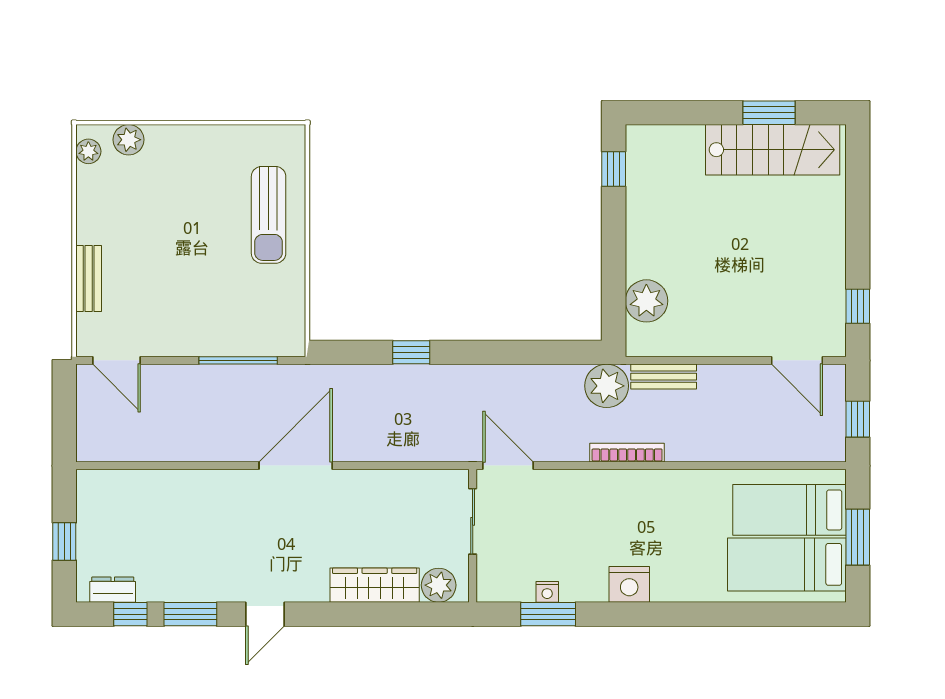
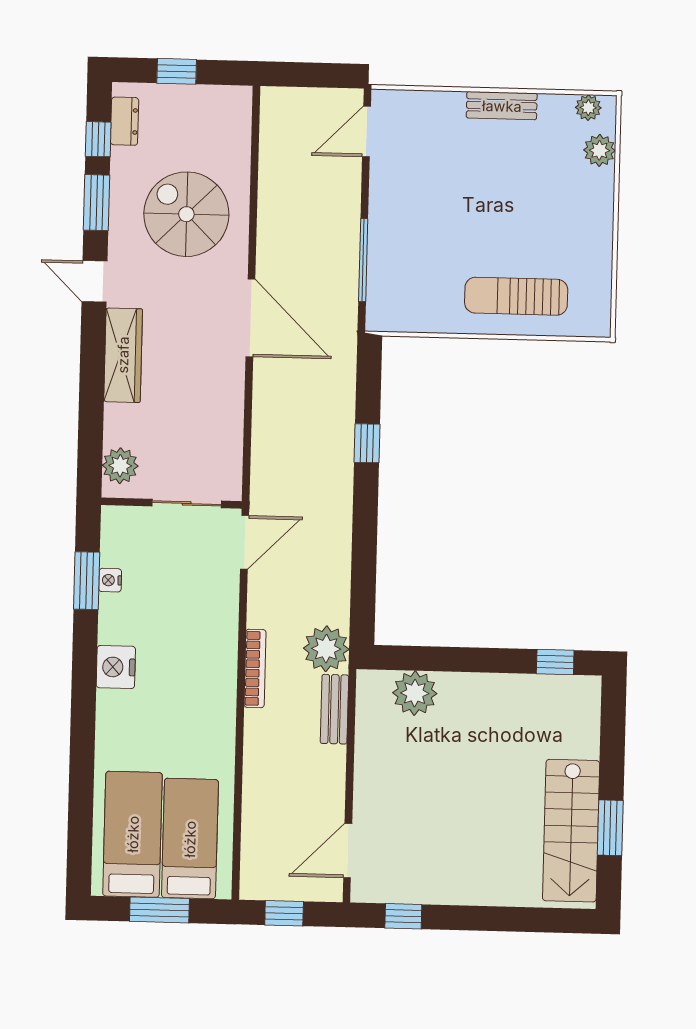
bench: (89, 279) -> (502, 106), moved
spiral stairs: (199, 529) -> (186, 214), added
wardrobe: (375, 585) -> (123, 355), moved

